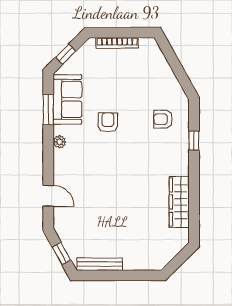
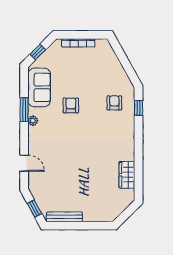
window: (48, 110) -> (24, 110), moved
armchair: (163, 119) -> (114, 103), turned 90
window: (194, 141) -> (139, 108), moved
wardrobe: (179, 202) -> (127, 175), width x0.67

